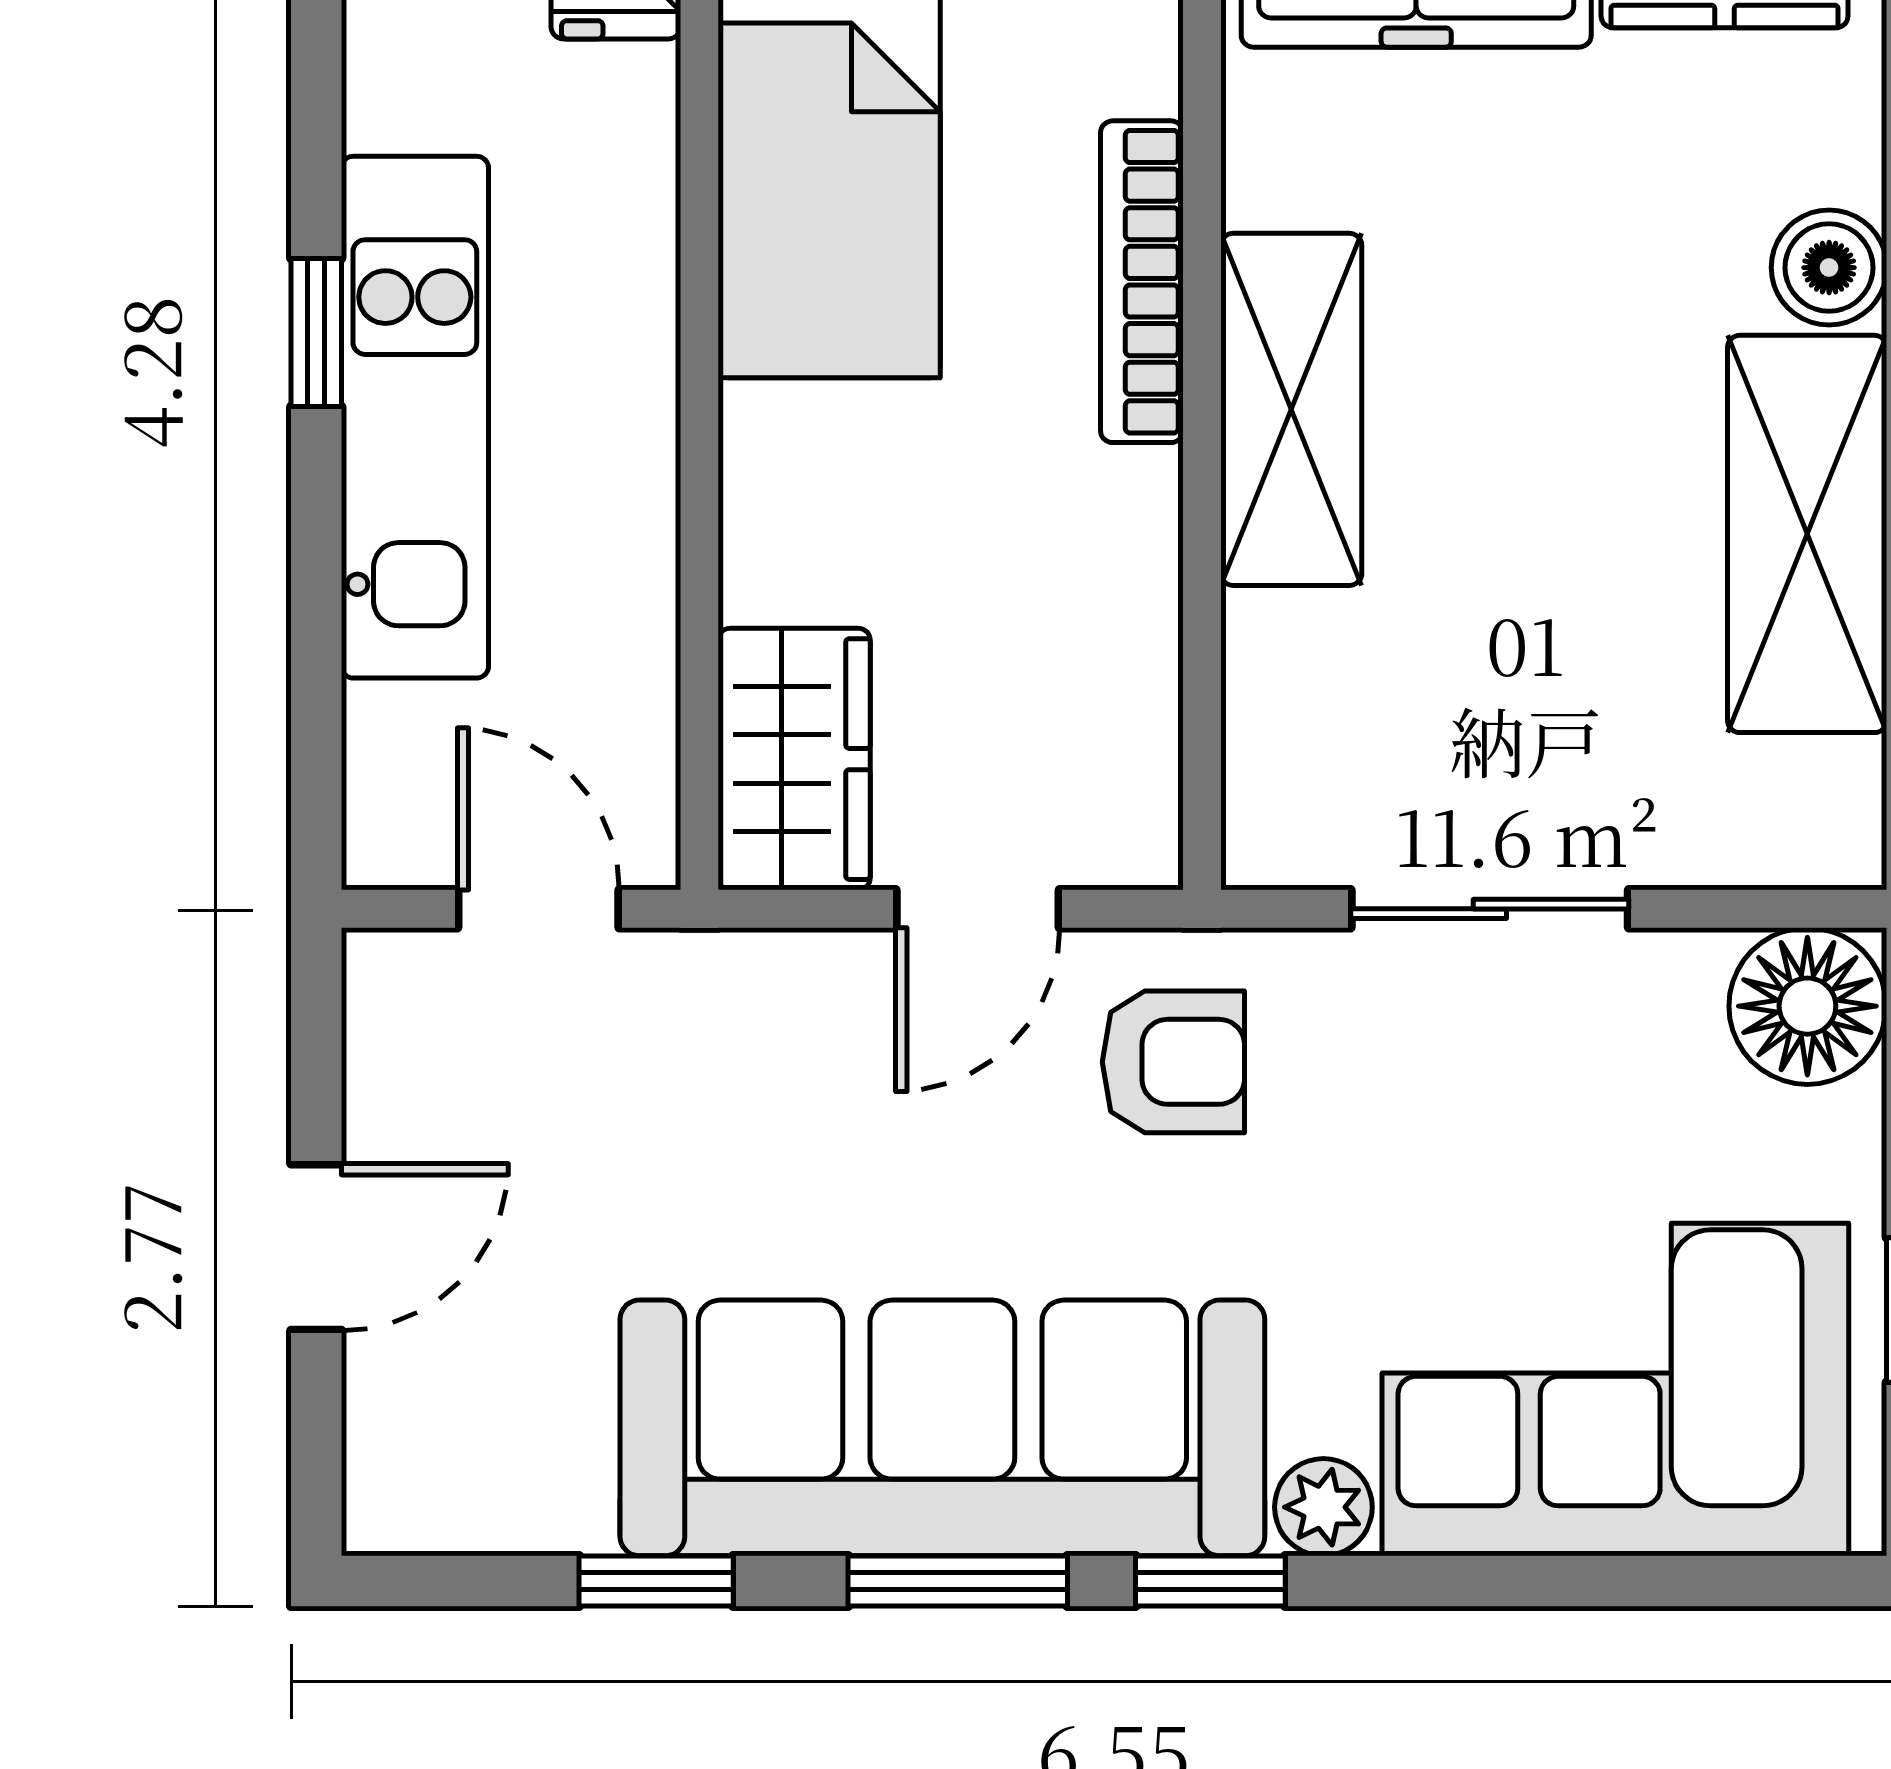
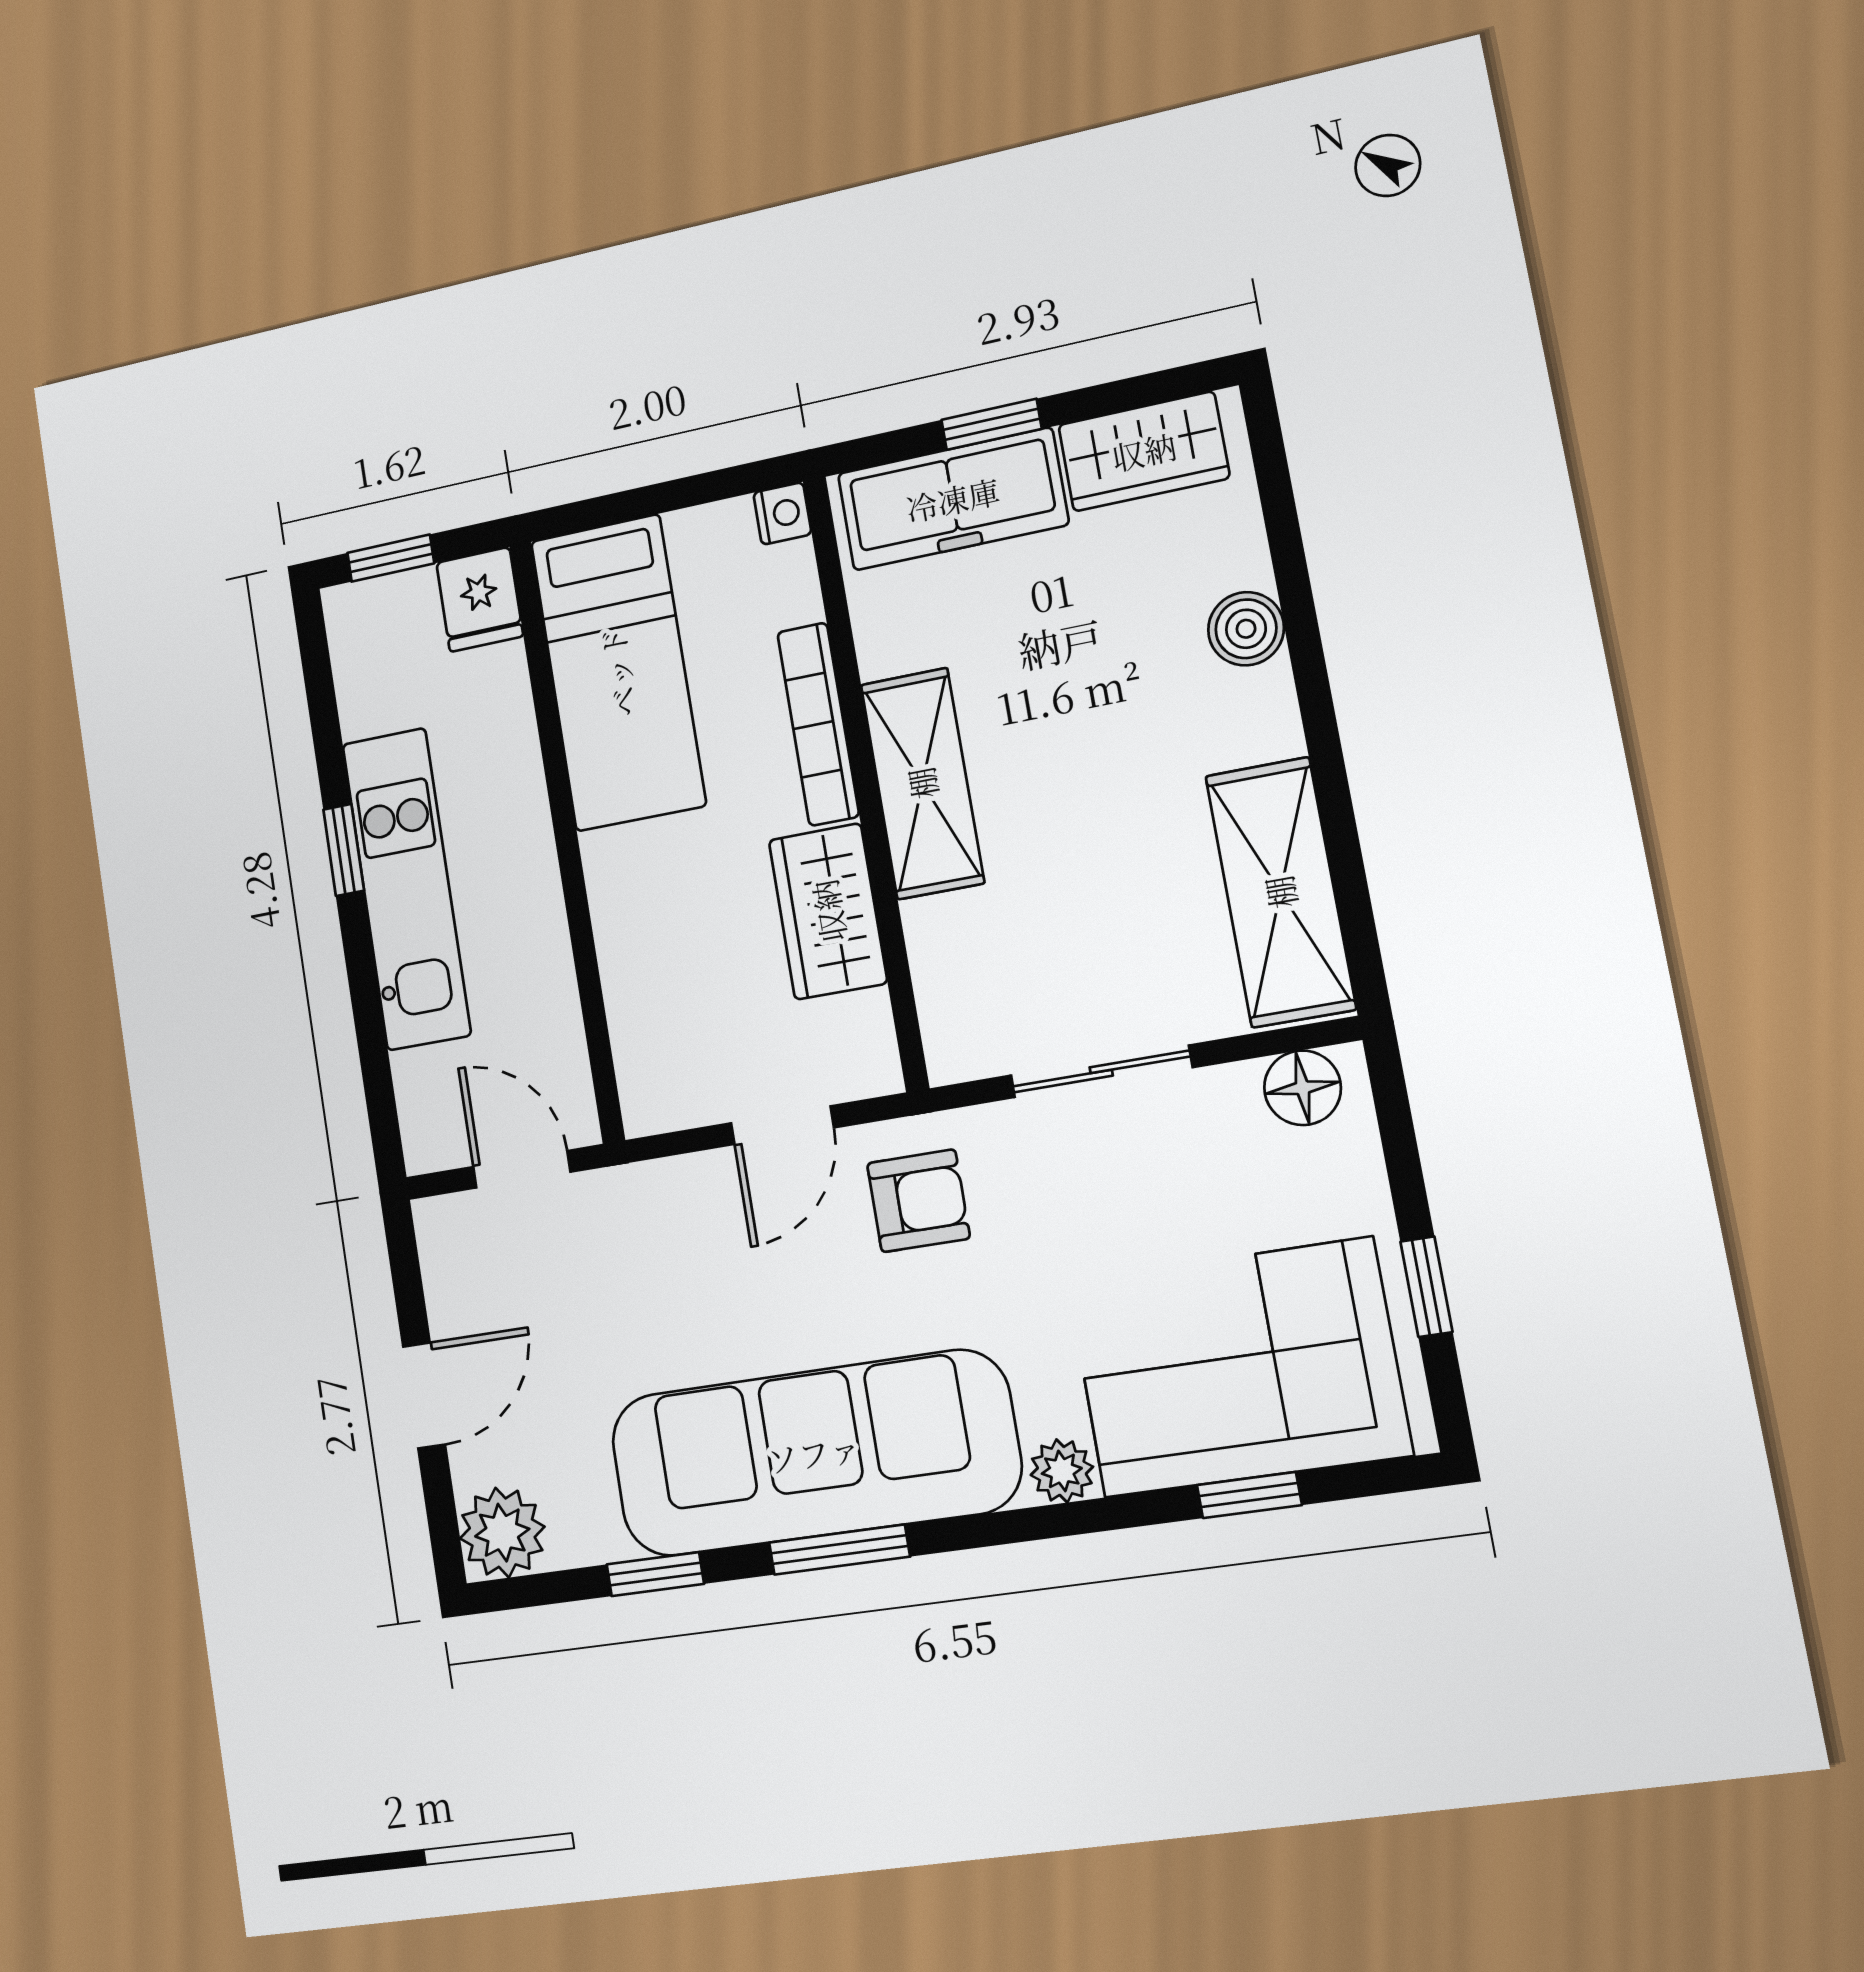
shelving: (1807, 534) -> (1280, 892), moved
wardrobe: (794, 759) -> (828, 911), moved, turned 180
floor lamp: (1807, 1006) -> (1303, 1088), width x0.73, depth x0.73
plant: (414, 1483) -> (502, 1533), added
window: (1210, 1581) -> (1249, 1495), moved

